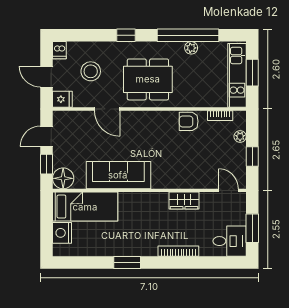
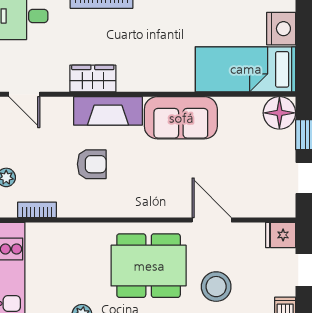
stool: (91, 71) -> (216, 287), moved
armchair: (189, 121) -> (92, 164), moved
sofa: (118, 175) -> (181, 118), width x0.73
fireplace: (174, 180) -> (108, 111), added

